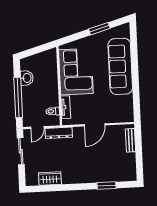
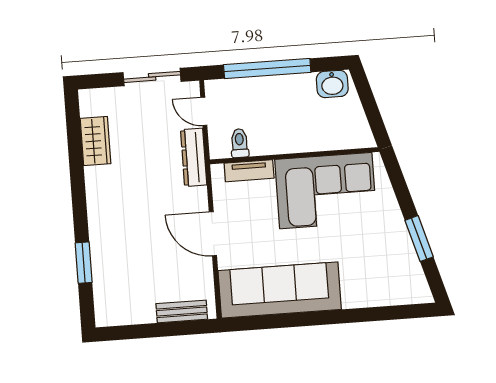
sofa: (120, 66) -> (280, 290), moved
washbasin: (27, 78) -> (332, 84), moved

